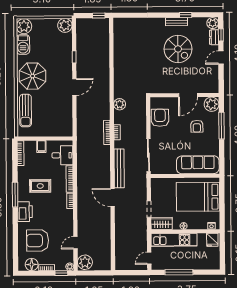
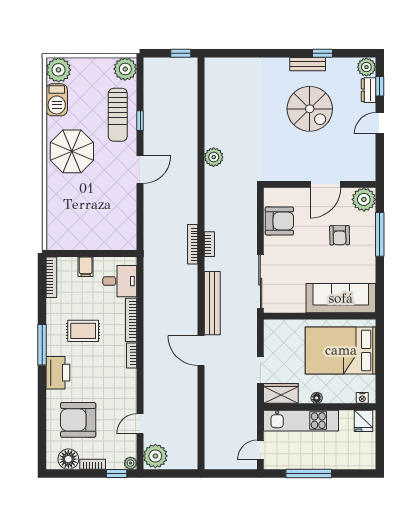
plant: (120, 104) -> (214, 157), moved
sun lounger: (26, 111) -> (118, 115), moved
armchair: (160, 118) -> (279, 221), turned 90

